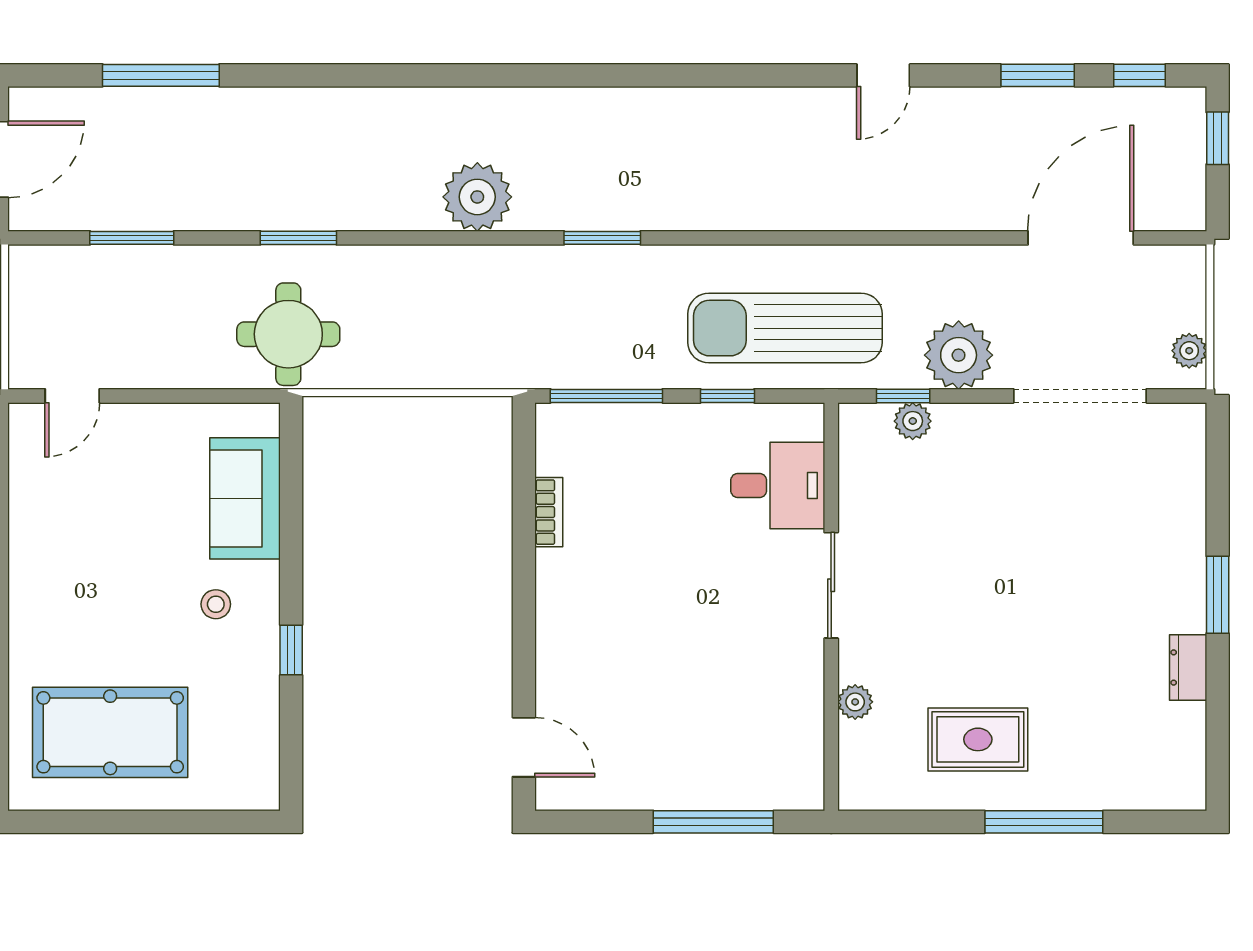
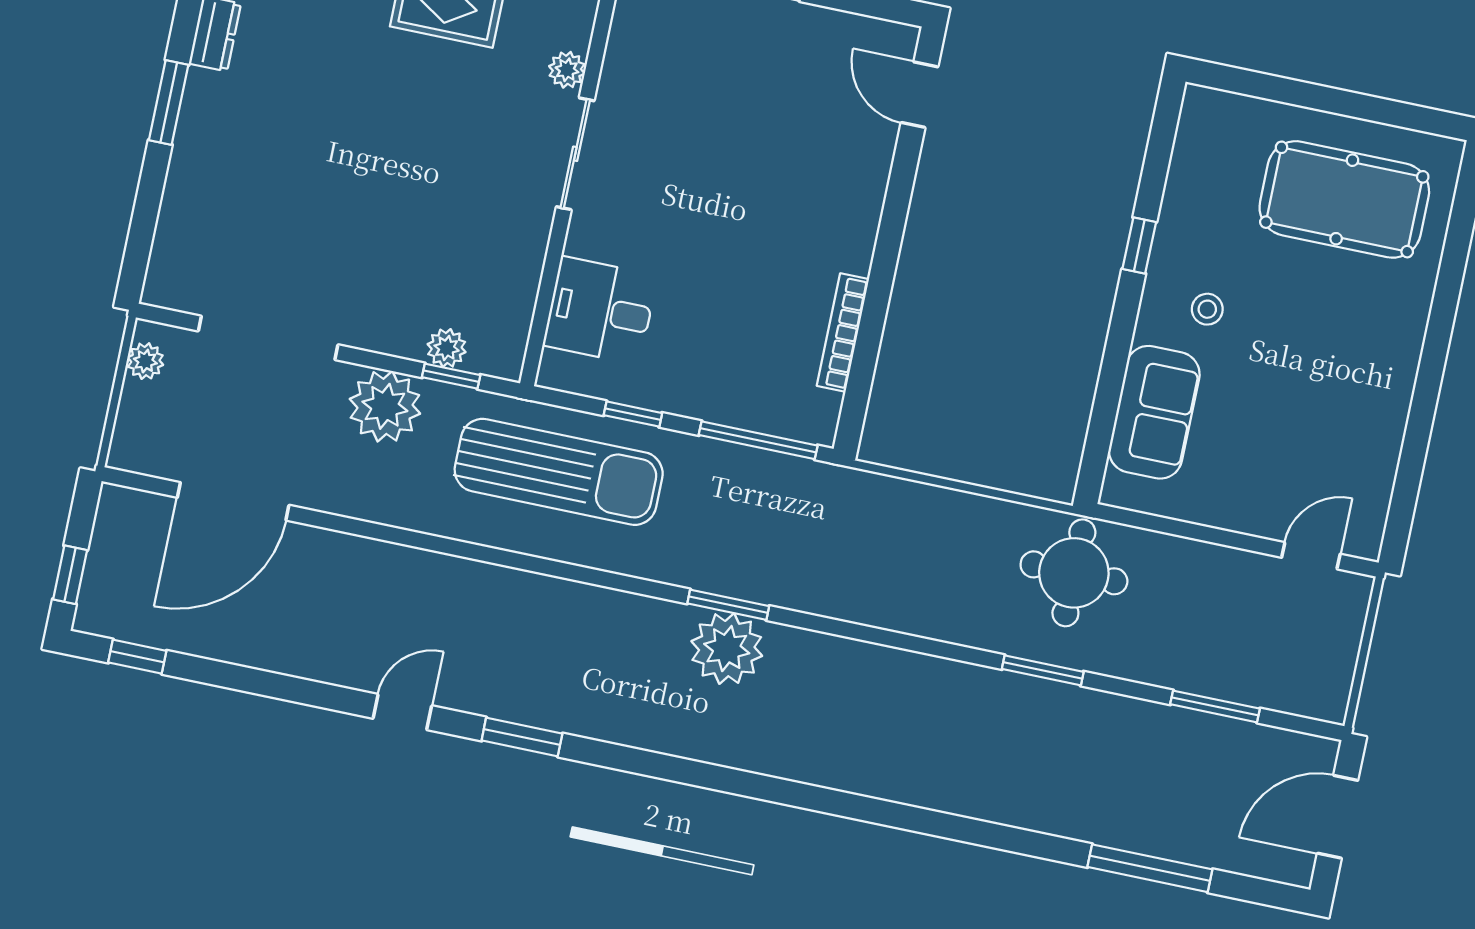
window: (1038, 75) -> (522, 737), moved
plant: (477, 197) -> (727, 649), moved
bookcase: (549, 512) -> (843, 333), width x1.56
sliding door: (831, 585) -> (575, 154), moved

